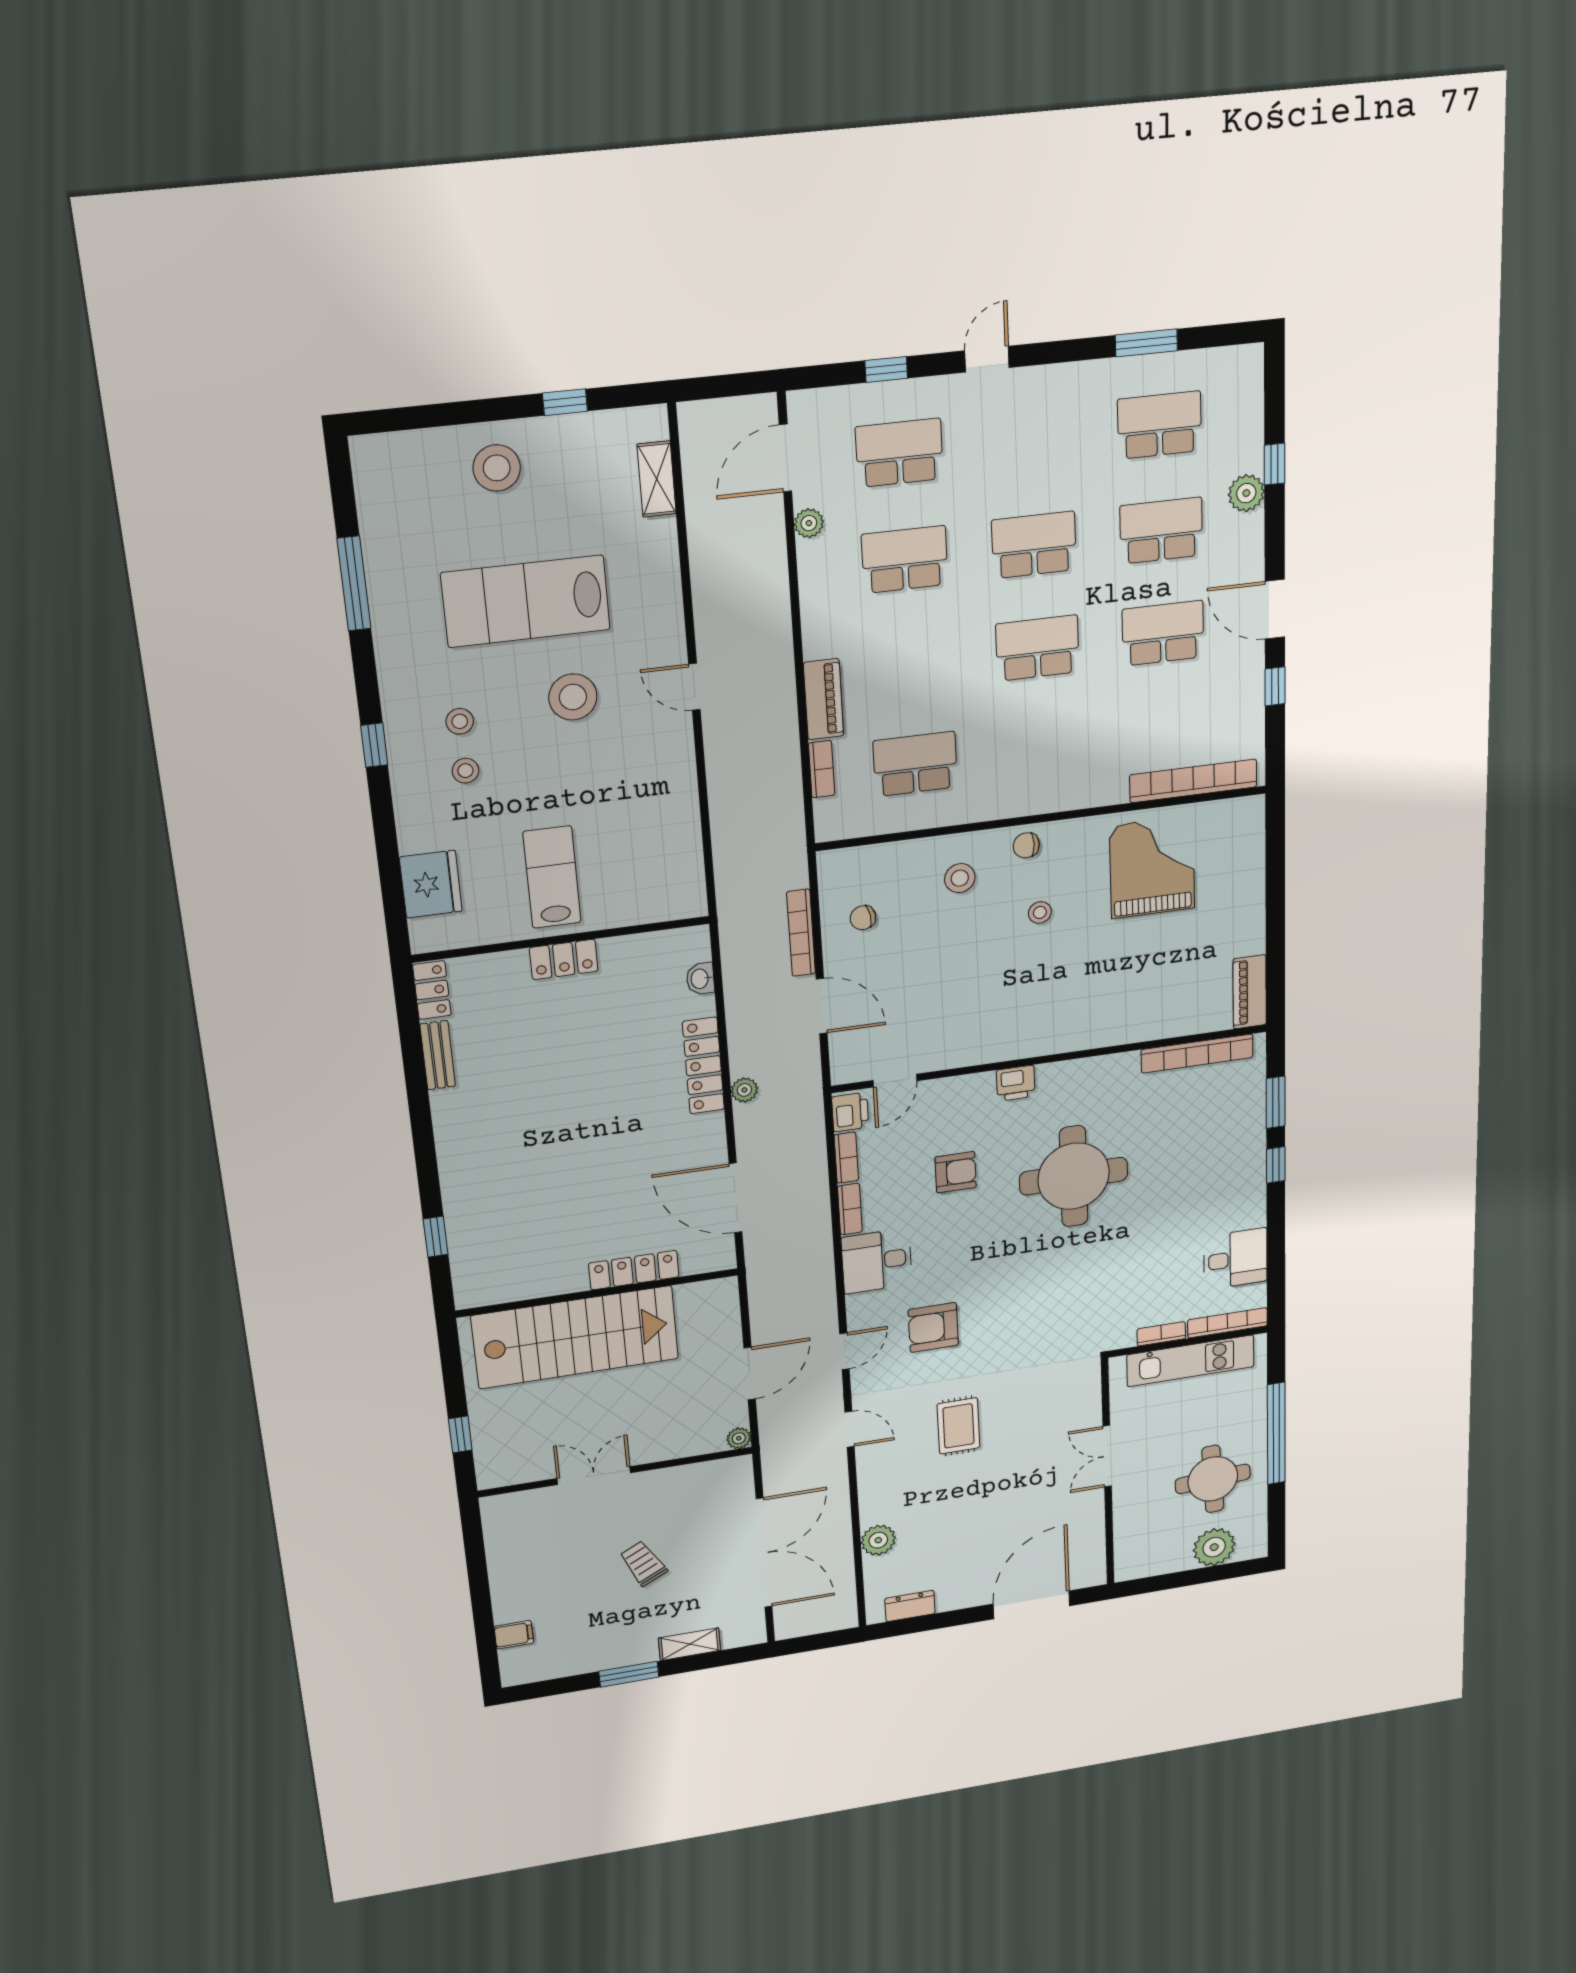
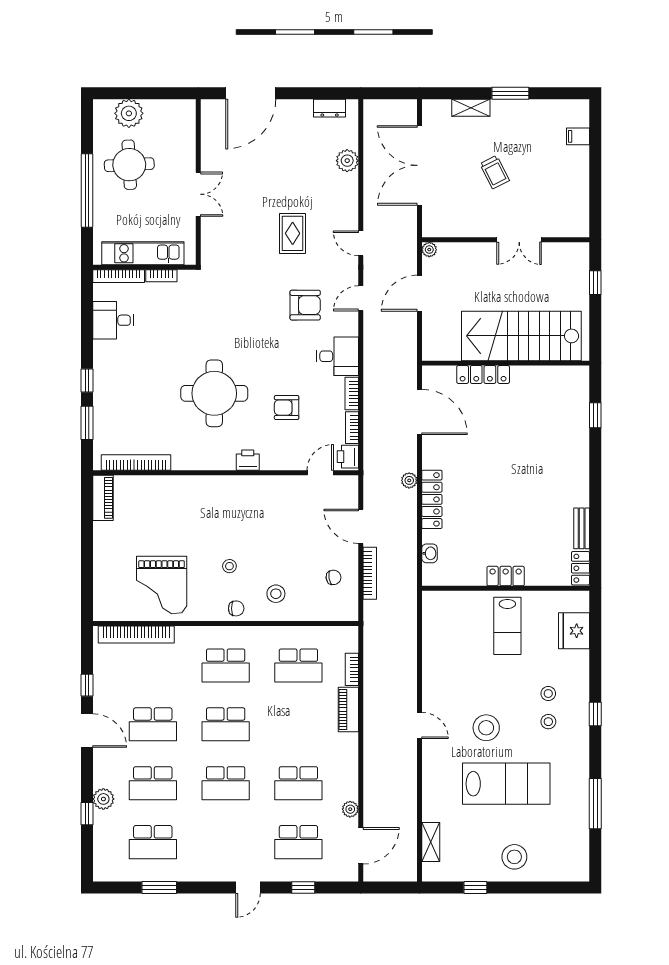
school desk: (1041, 748) -> (226, 665), added

